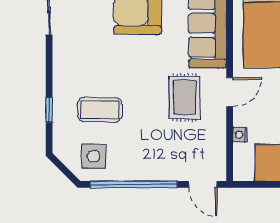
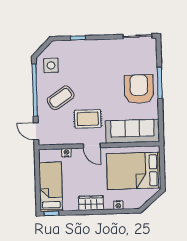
coffee table: (100, 110) -> (61, 98), moved, turned 56
door: (203, 184) -> (36, 131), hinge flipped

